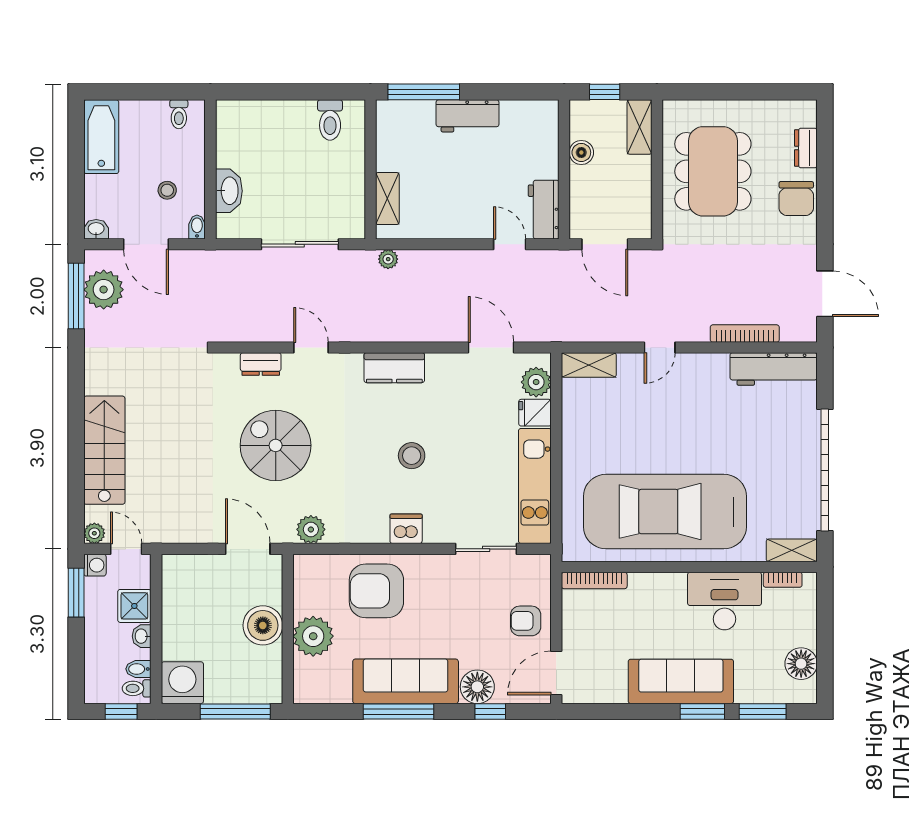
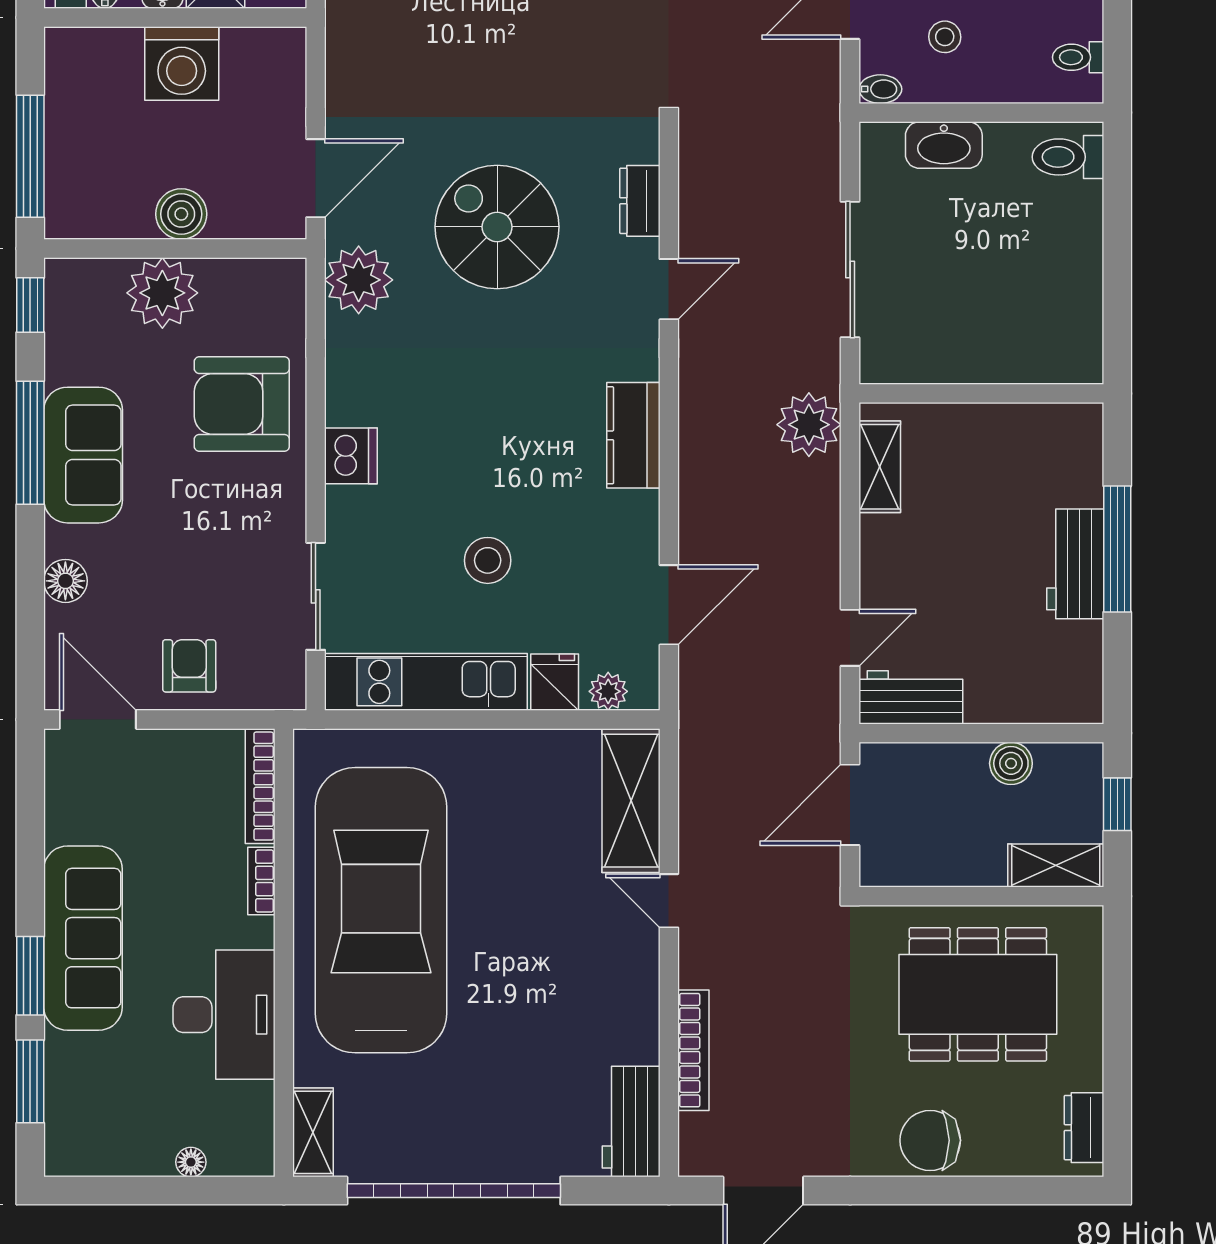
window: (424, 92) -> (1117, 549), moved
toilet: (330, 120) -> (1068, 157), moved
dresser: (806, 148) -> (1084, 1128), moved, turned -90
shelving: (387, 199) -> (880, 467), moved, turned 90
plant: (388, 259) -> (809, 425), width x1.88, depth x1.88
shelving: (589, 365) -> (631, 801), width x1.50, depth x1.33
workbench: (774, 369) -> (631, 1122), width x0.73
plant: (536, 382) -> (608, 691), width x0.73, depth x0.73
spiral stairs: (276, 445) -> (497, 227), turned -90
stool: (412, 456) -> (488, 560), moved
plant: (311, 529) -> (359, 280), width x1.36, depth x1.36
bookcase: (783, 580) -> (261, 881), moved
armchair: (376, 591) -> (242, 404), turned -90
boiler: (263, 625) -> (181, 214), width x0.73, depth x0.73
floor lamp: (801, 664) -> (191, 1162), moved, width x0.53, depth x0.53
sofa: (406, 681) -> (83, 455), width x0.73
washing machine: (182, 683) -> (182, 63), moved, turned 90
floor lamp: (477, 687) -> (65, 581), width x0.73, depth x0.73
window: (490, 711) -> (30, 305), moved

